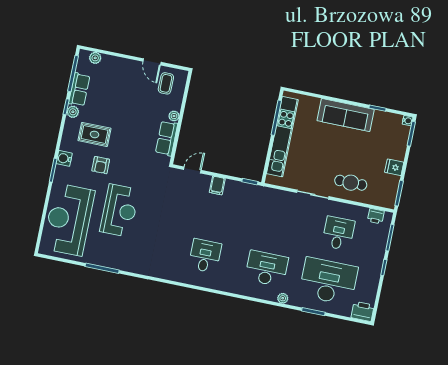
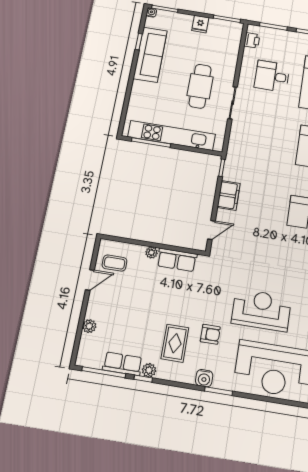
plant: (95, 58) -> (89, 326), moved
sofa: (346, 115) -> (150, 55), moved
door: (192, 170) -> (211, 230), swing flipped
cafe table: (351, 183) -> (200, 86), moved, width x1.37, depth x1.35
filing cabinet: (217, 185) -> (229, 195), width x2.00

